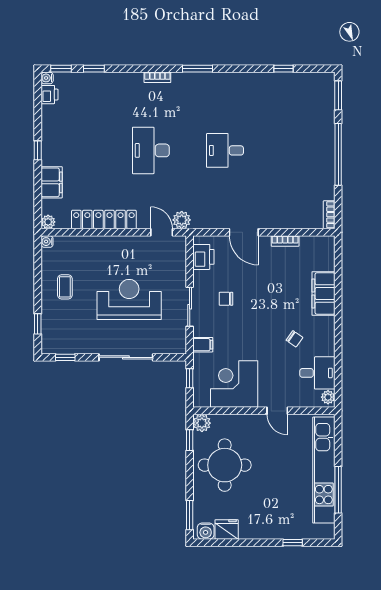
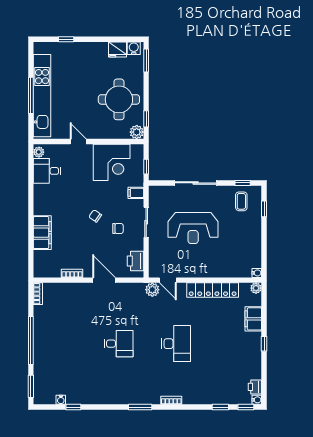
water cooler: (300, 78) -> (61, 400), added
coffee table: (65, 287) -> (241, 201), moved
chair: (294, 339) -> (95, 216), moved
window: (338, 490) -> (31, 95), moved

